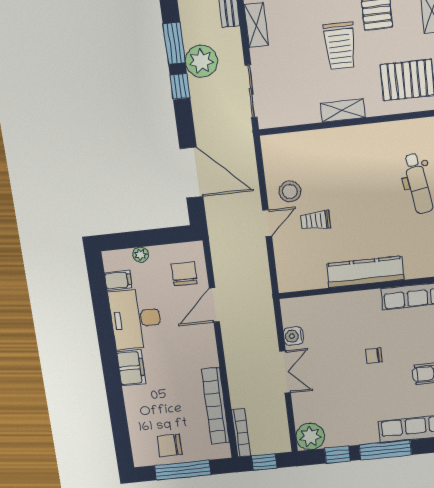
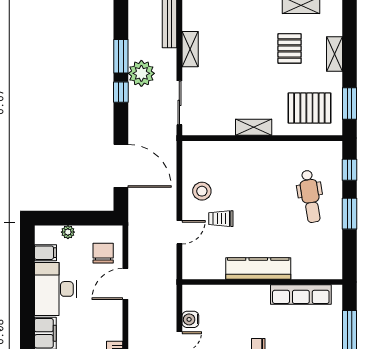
trolley: (340, 46) -> (257, 74), removed
door: (267, 223) -> (179, 232), moved

